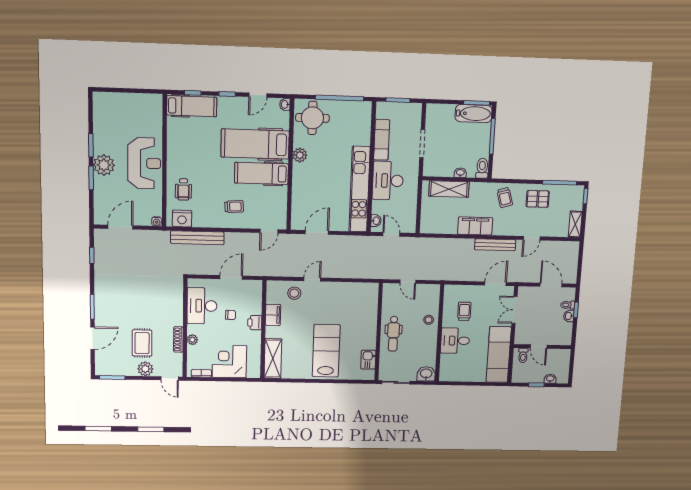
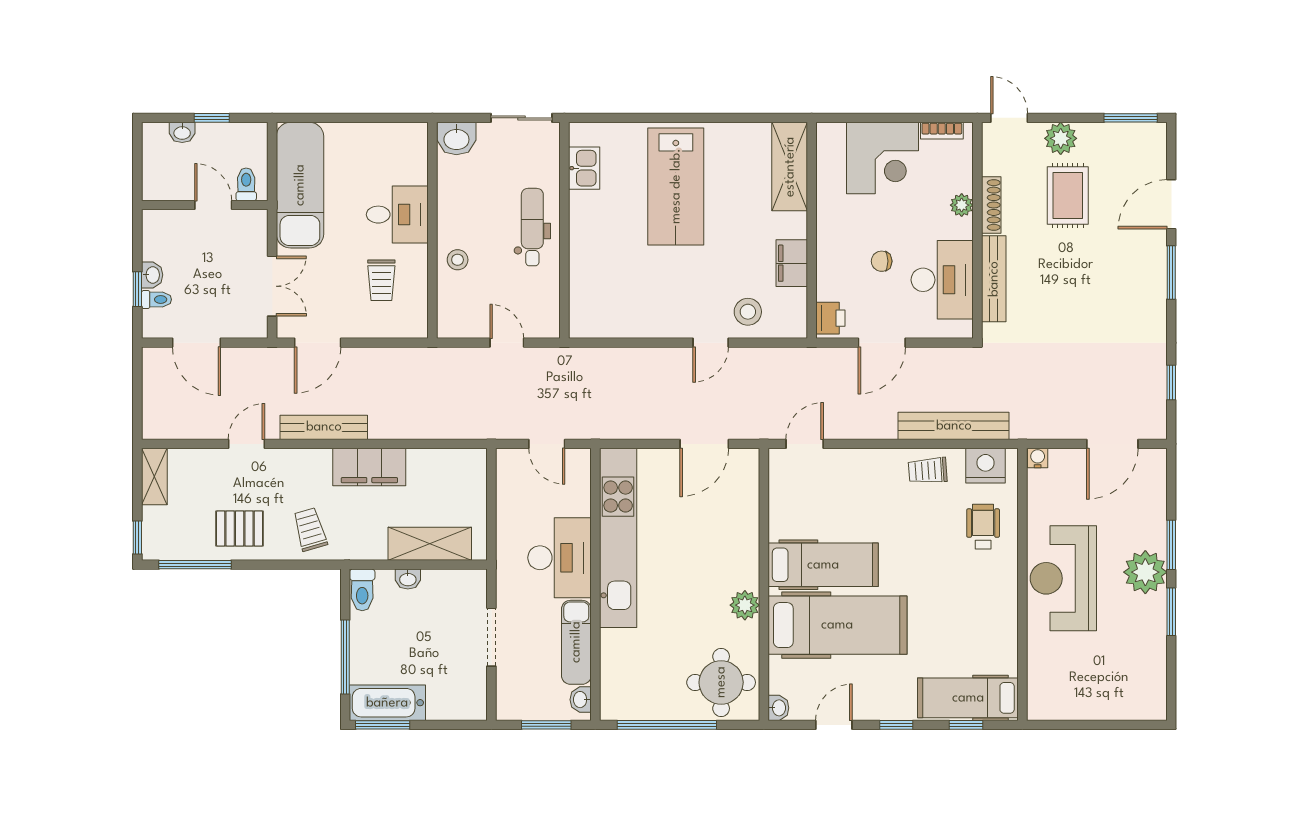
trolley: (234, 207) -> (928, 471), moved
washbasin: (376, 221) -> (581, 700), moved
bench: (177, 306) -> (994, 279), added
printer: (255, 323) -> (830, 318), moved

